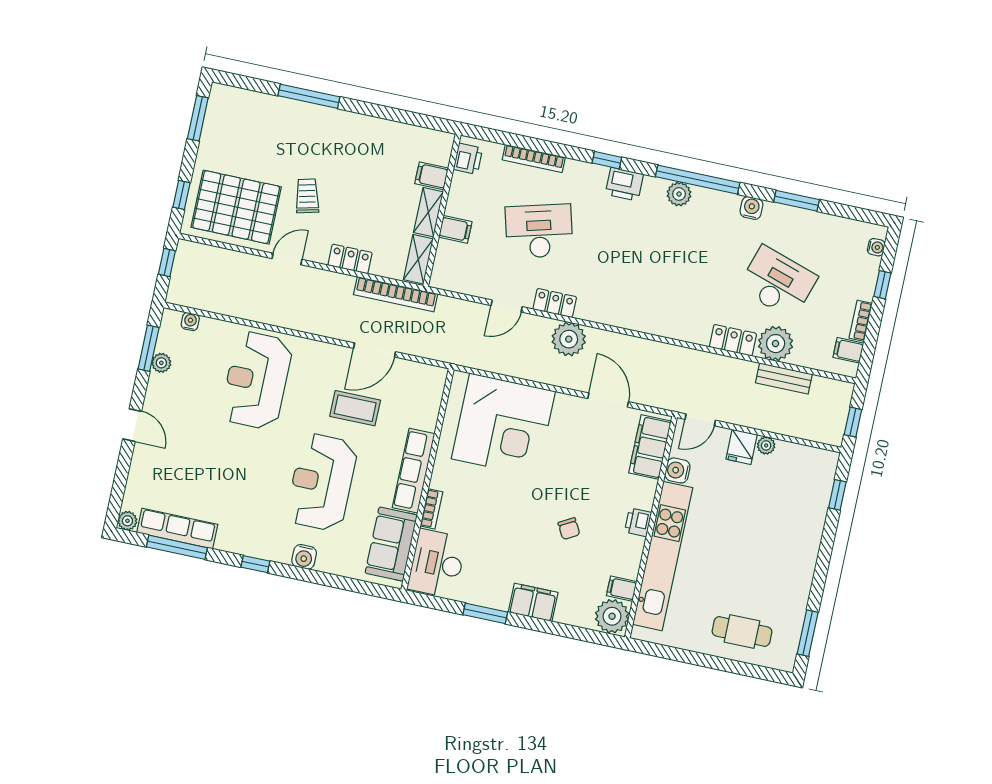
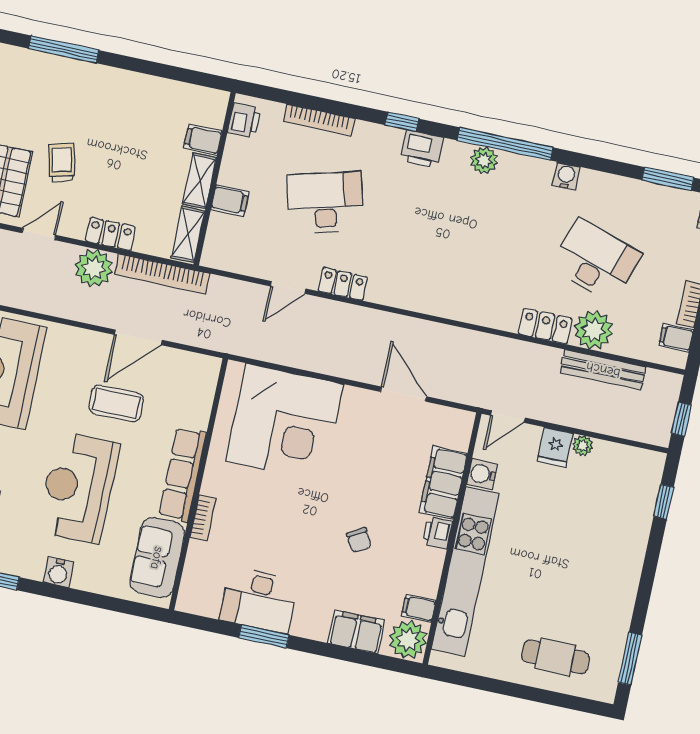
window: (796, 201) -> (668, 179), moved
plant: (569, 339) -> (94, 268), moved
bench: (784, 378) -> (603, 370), width x1.36
filing cabinet: (650, 447) -> (443, 483), moved
desk: (437, 563) -> (259, 600), moved, turned -90
filing cabinet: (533, 602) -> (356, 632), moved

